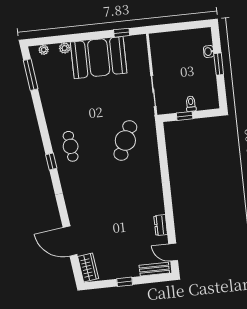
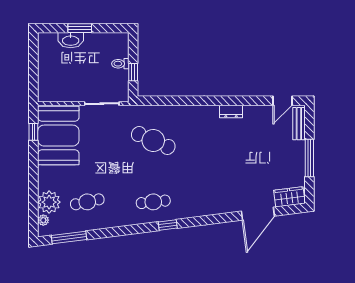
plant: (65, 48) -> (49, 202), width x1.88, depth x1.88
washbasin: (209, 51) -> (71, 40), width x1.91, depth x1.45
booth: (99, 58) -> (58, 136), moved
cafe table: (64, 87) -> (87, 202), added
dresser: (161, 225) -> (231, 111), moved
window: (125, 282) -> (309, 158), width x2.17

